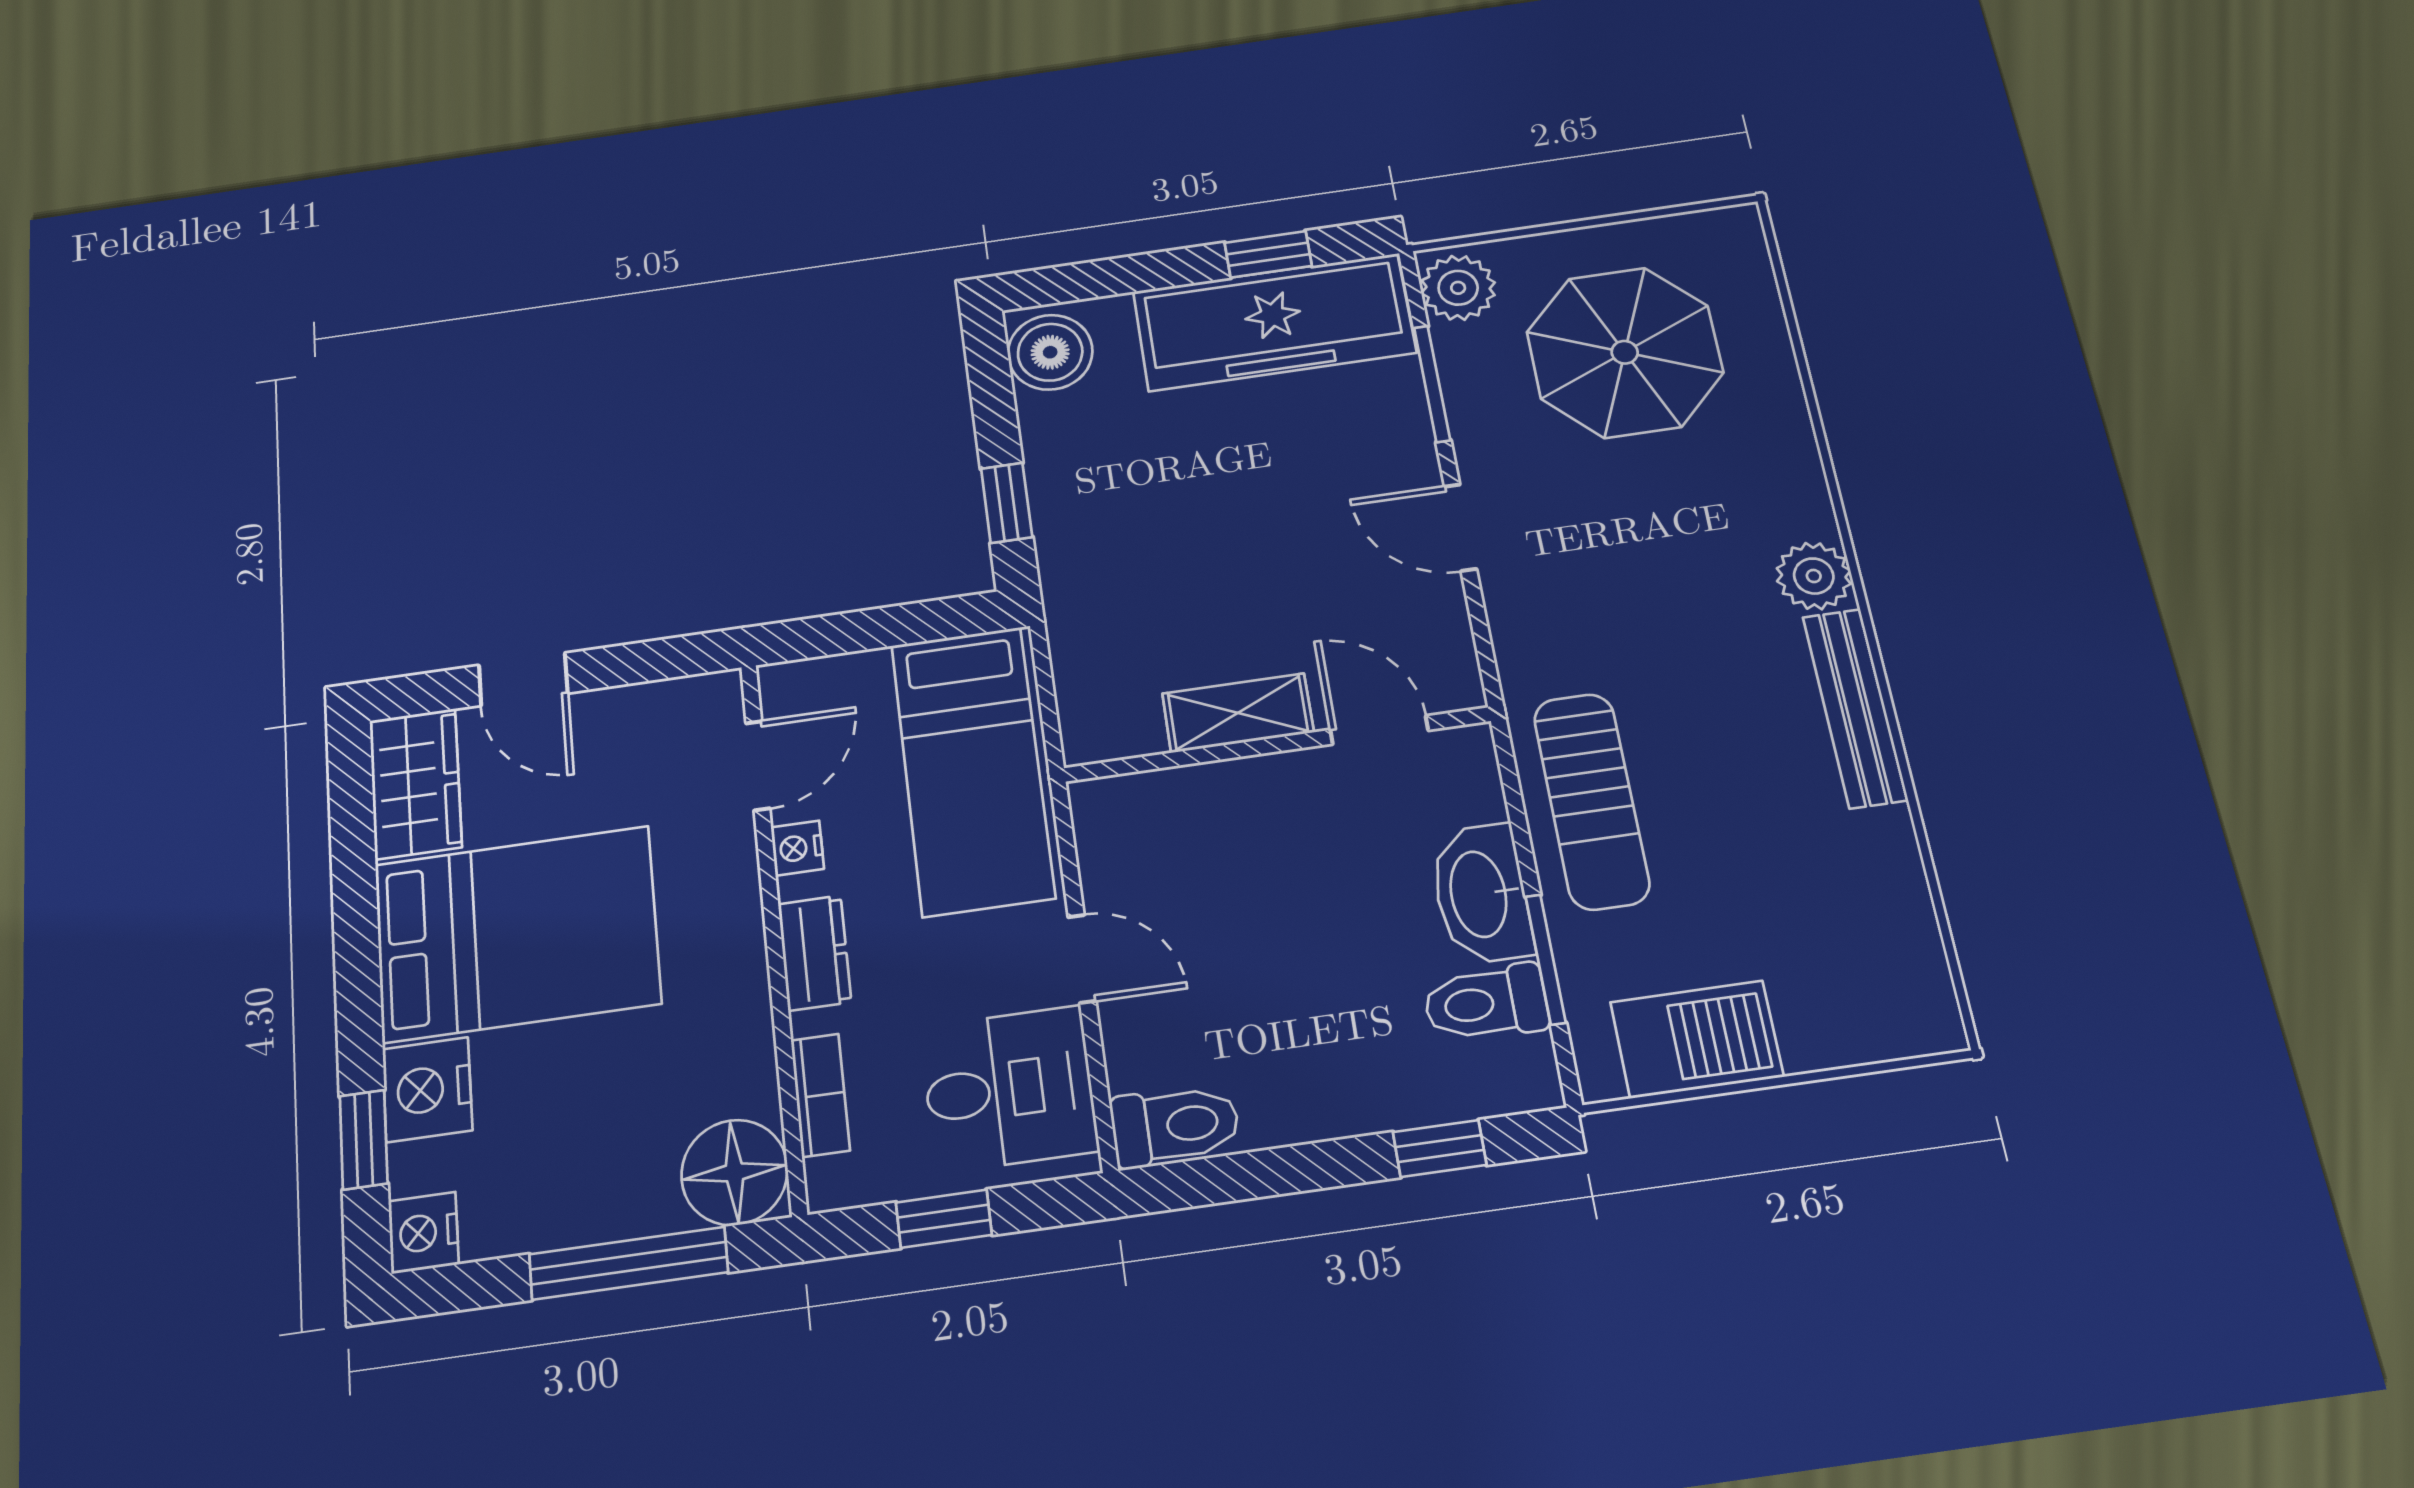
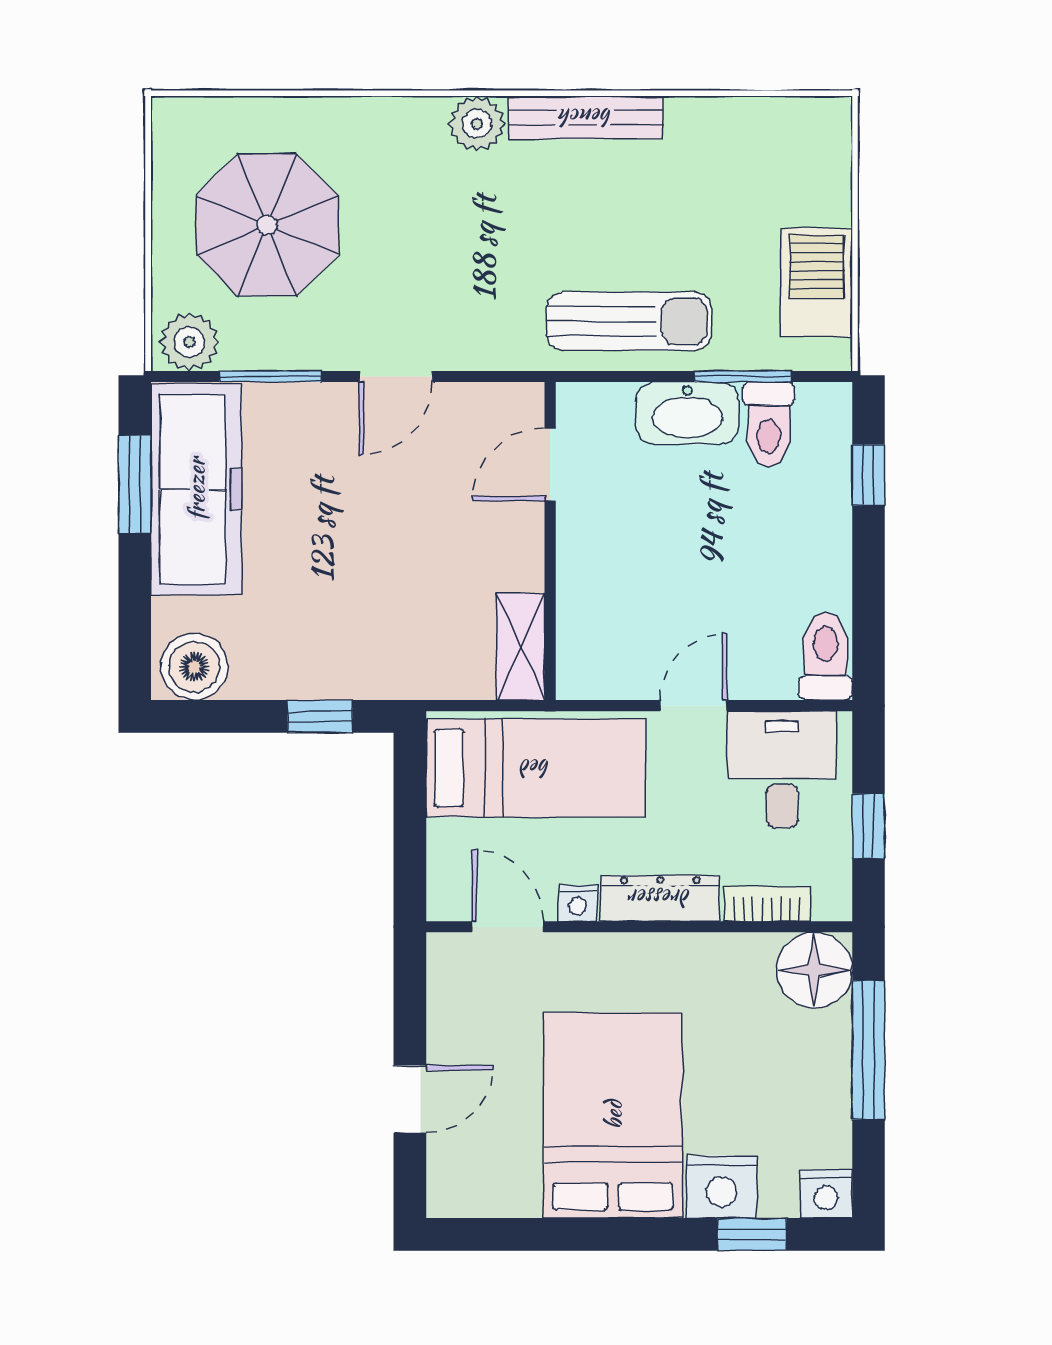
window: (1268, 254) -> (135, 484), width x1.50
shelving: (1238, 713) -> (521, 647), moved
wardrobe: (415, 783) -> (483, 1185), removed
dresser: (815, 953) -> (660, 898), width x1.44

